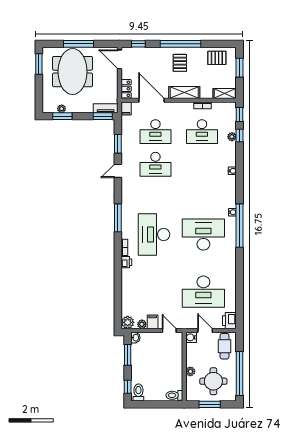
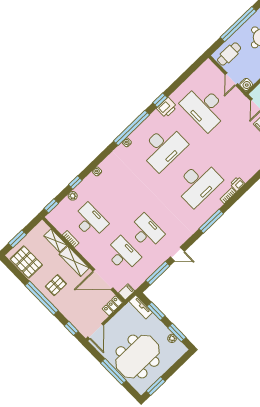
pallet: (217, 58) -> (26, 262), width x1.50, depth x1.42
shelving: (225, 93) -> (55, 240), moved
door: (151, 100) -> (103, 279), hinge flipped
window: (103, 116) -> (156, 311), moved
window: (240, 135) -> (75, 183), moved
window: (118, 144) -> (158, 273), width x1.44
desk: (203, 235) -> (163, 148), turned -90
window: (240, 265) -> (160, 100), added
desk: (203, 292) -> (204, 108), turned 180
printer: (229, 321) -> (167, 108), moved

